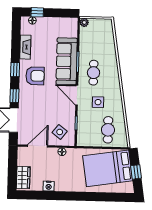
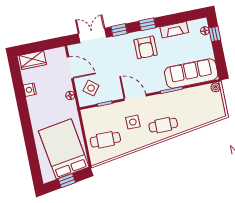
sofa: (67, 61) -> (191, 73), moved
cafe table: (94, 73) -> (163, 125), moved
door: (77, 95) -> (135, 97), hinge flipped

